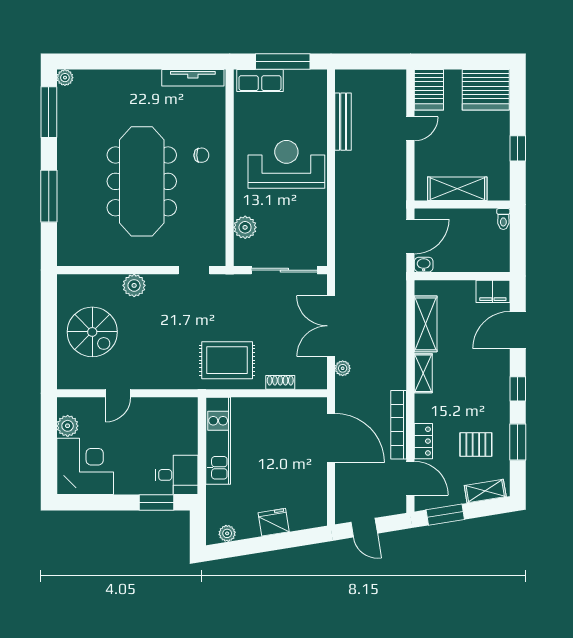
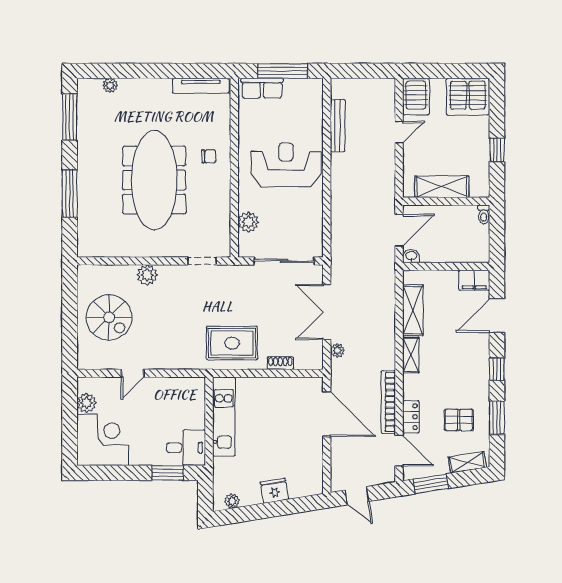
plant: (65, 78) -> (110, 85), moved

